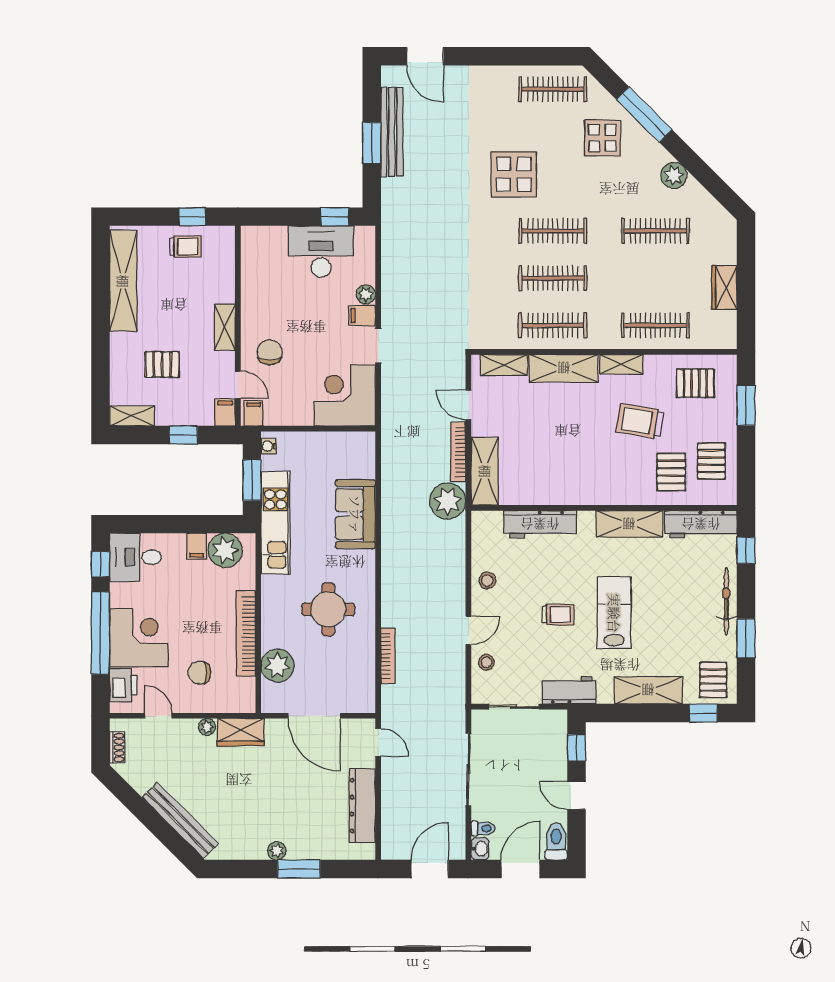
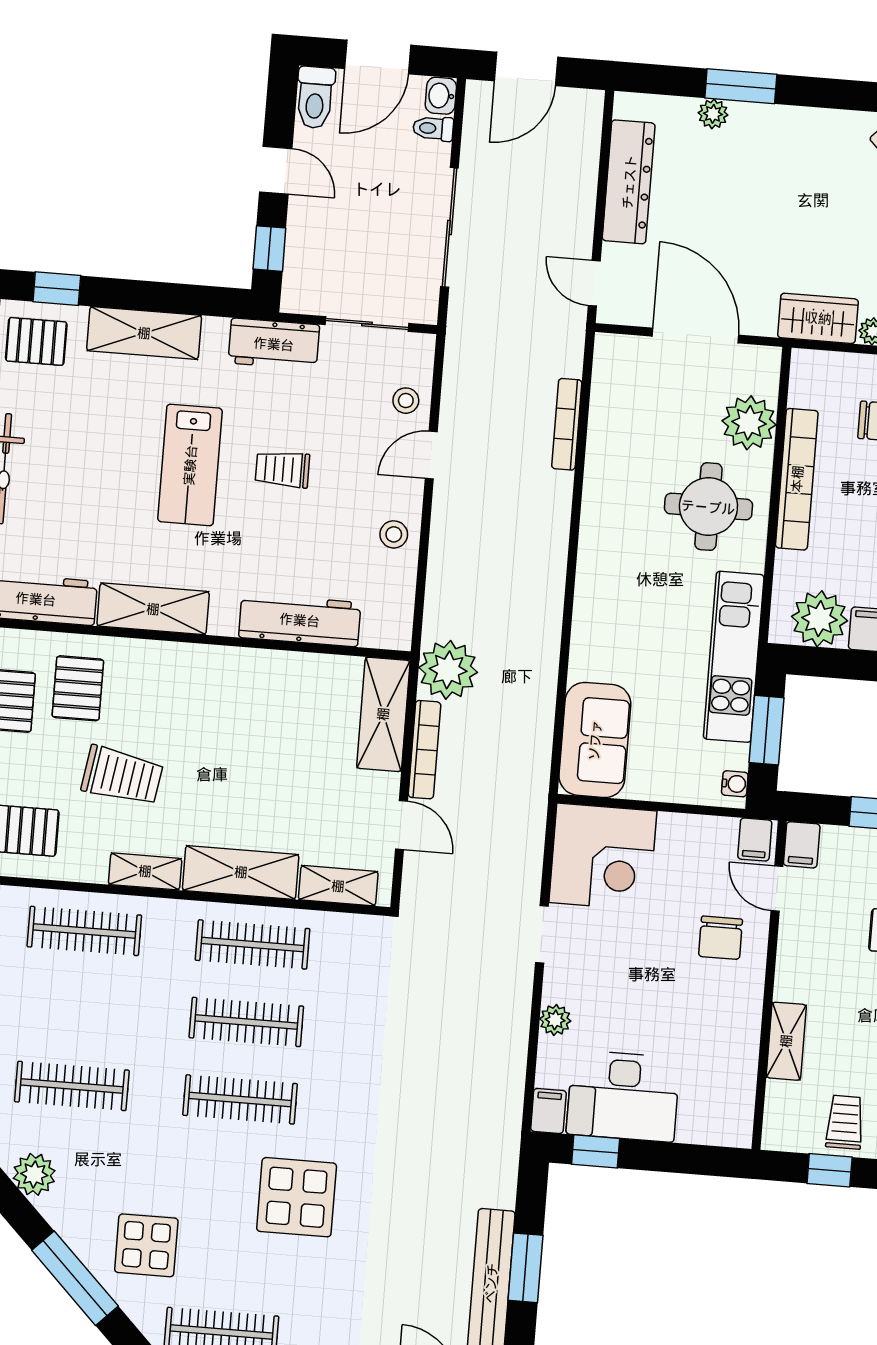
trolley: (185, 247) -> (845, 1122), turned 90
filing cabinet: (362, 316) -> (548, 1111), moved, turned -90
shelving: (225, 327) -> (786, 1041), moved
sofa: (355, 514) -> (595, 740), moved
round table: (328, 609) -> (708, 507), moved
pallet: (713, 680) -> (36, 341), turned 90
plant: (277, 851) -> (713, 114), moved

